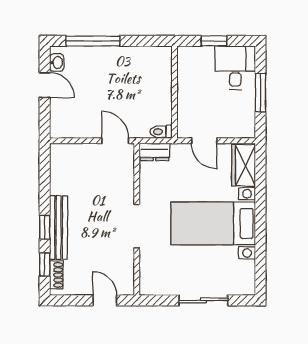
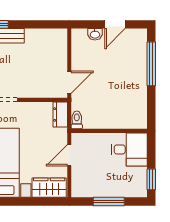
window: (214, 41) -> (151, 179), moved
washbasin: (57, 63) -> (95, 34), moved
desk: (235, 68) -> (129, 149), moved

